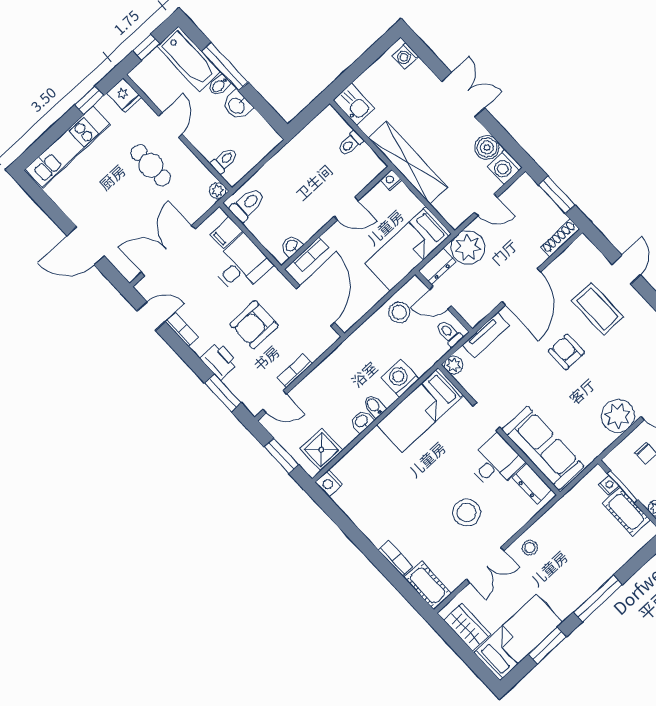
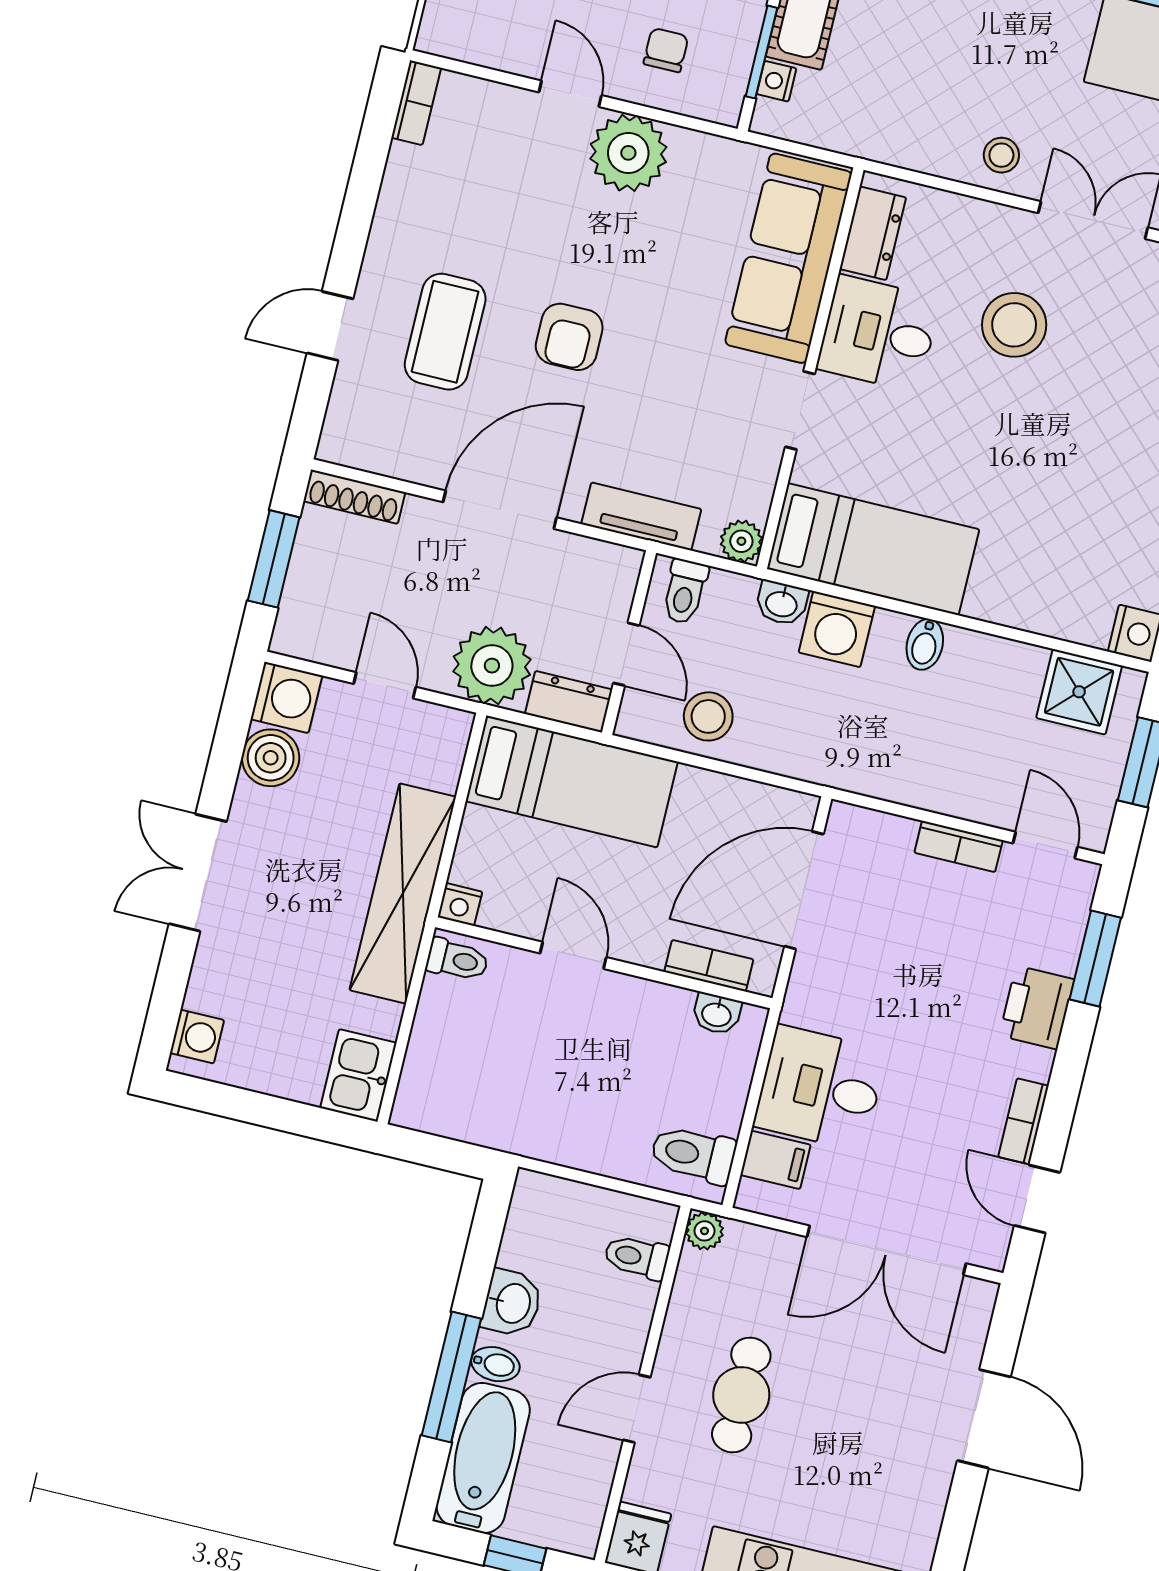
toilet: (350, 143) -> (457, 960), moved
armchair: (254, 325) -> (921, 985), removed
washbasin: (362, 421) -> (782, 603), moved

